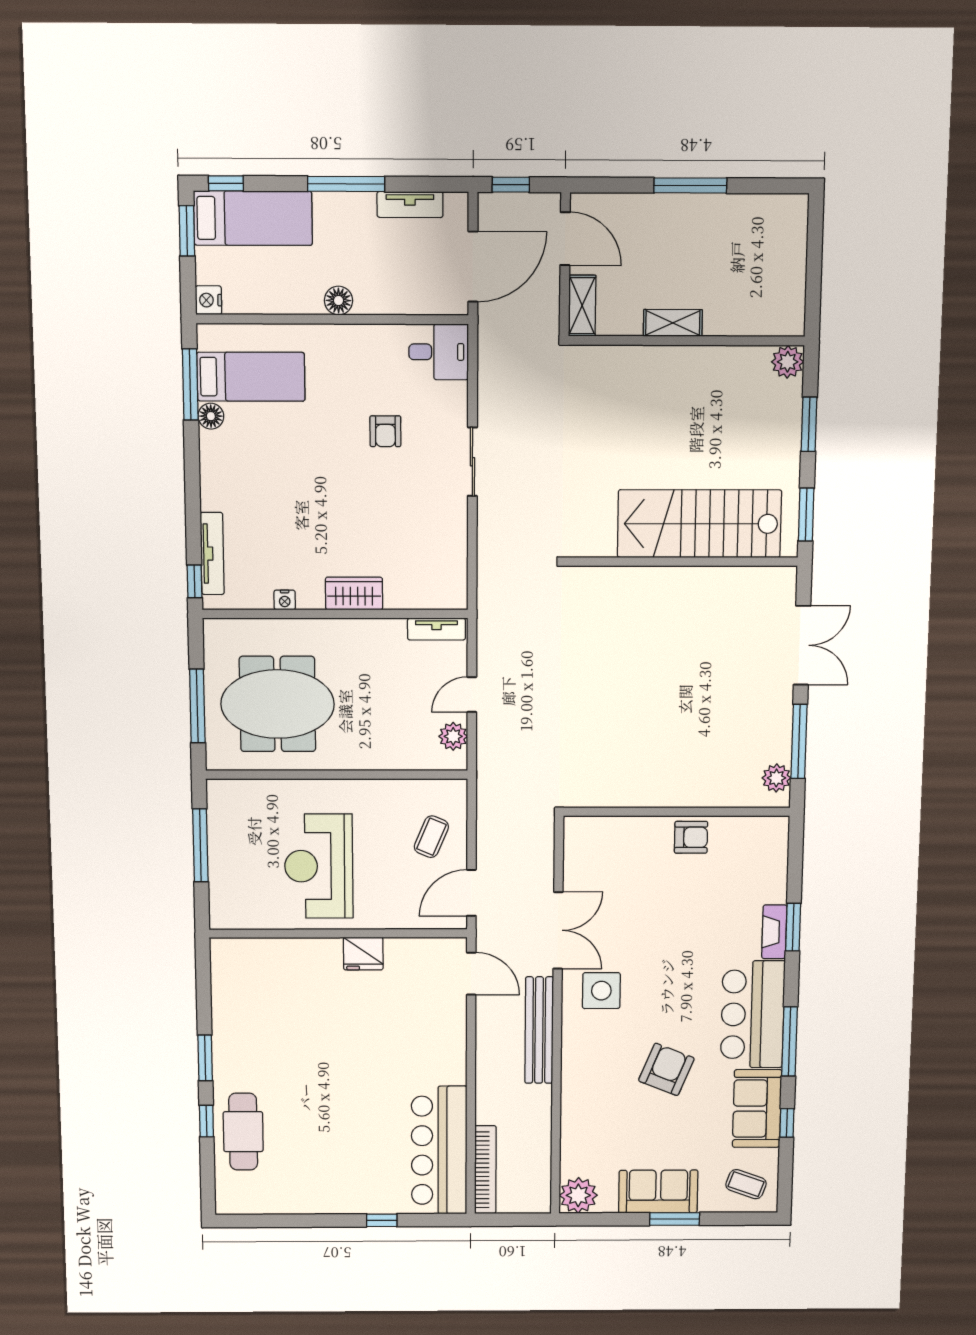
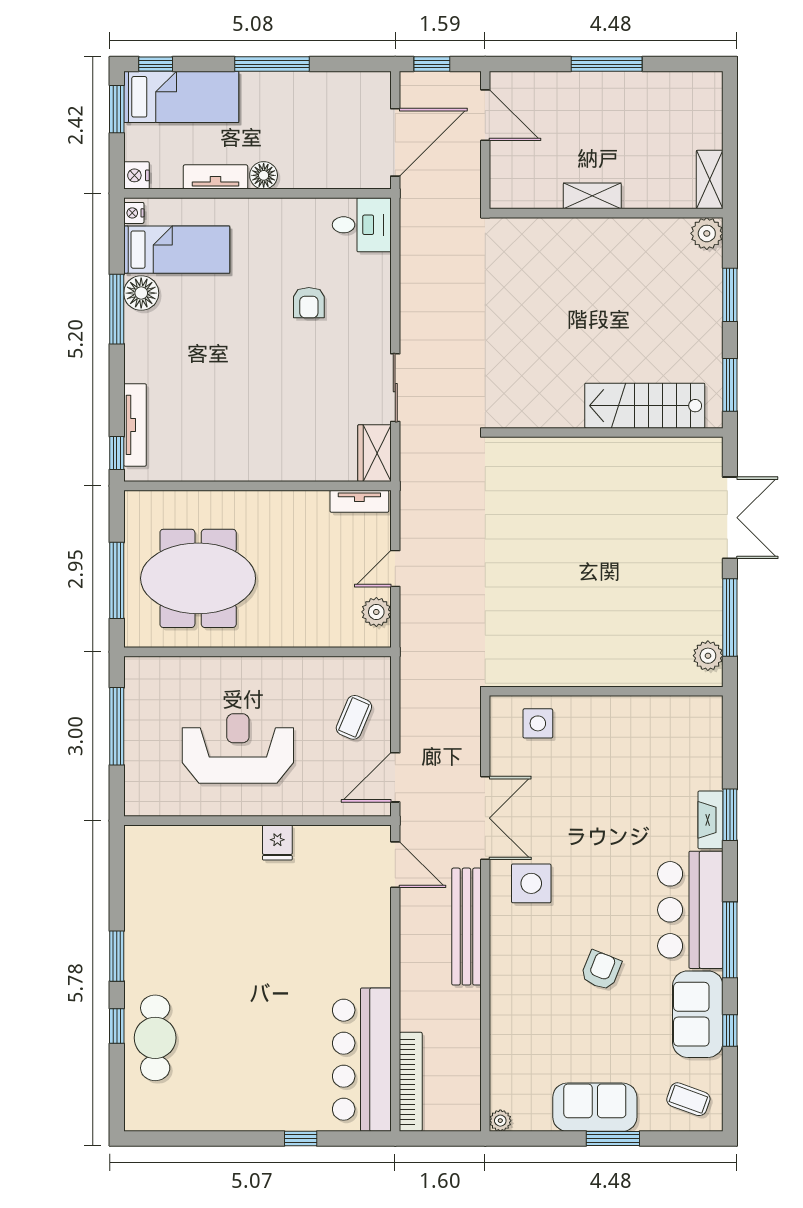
tv unit: (410, 205) -> (215, 177), moved, turned 180
shelving: (582, 306) -> (710, 179), moved
window: (190, 385) -> (117, 309), moved
floor lamp: (211, 416) -> (141, 293), width x1.38, depth x1.38
sliding door: (472, 462) -> (395, 388), moved
stairs: (699, 524) -> (645, 406), width x0.73, depth x0.66
wardrobe: (354, 593) -> (374, 453), moved, turned -90
nightstand: (285, 600) -> (134, 213), moved, turned 90
armchair: (691, 837) -> (622, 718), removed
side table: (610, 842) -> (538, 723), added
reception desk: (319, 866) -> (238, 749), turned 90
fridge: (363, 954) -> (277, 843), width x0.72
armchair: (666, 1069) -> (601, 970), width x0.72, depth x0.72
plant: (578, 1195) -> (500, 1121), width x0.53, depth x0.53

